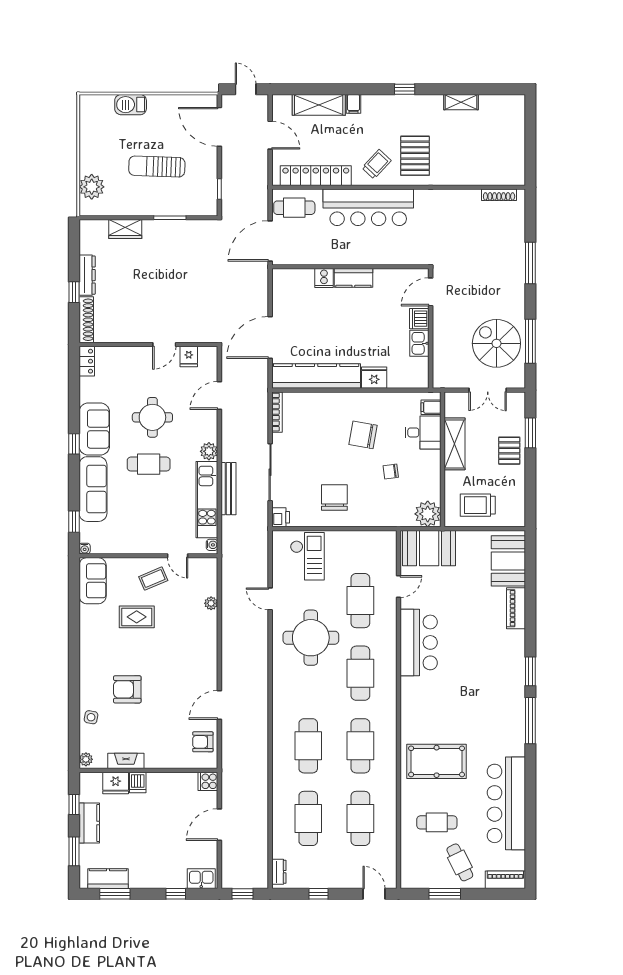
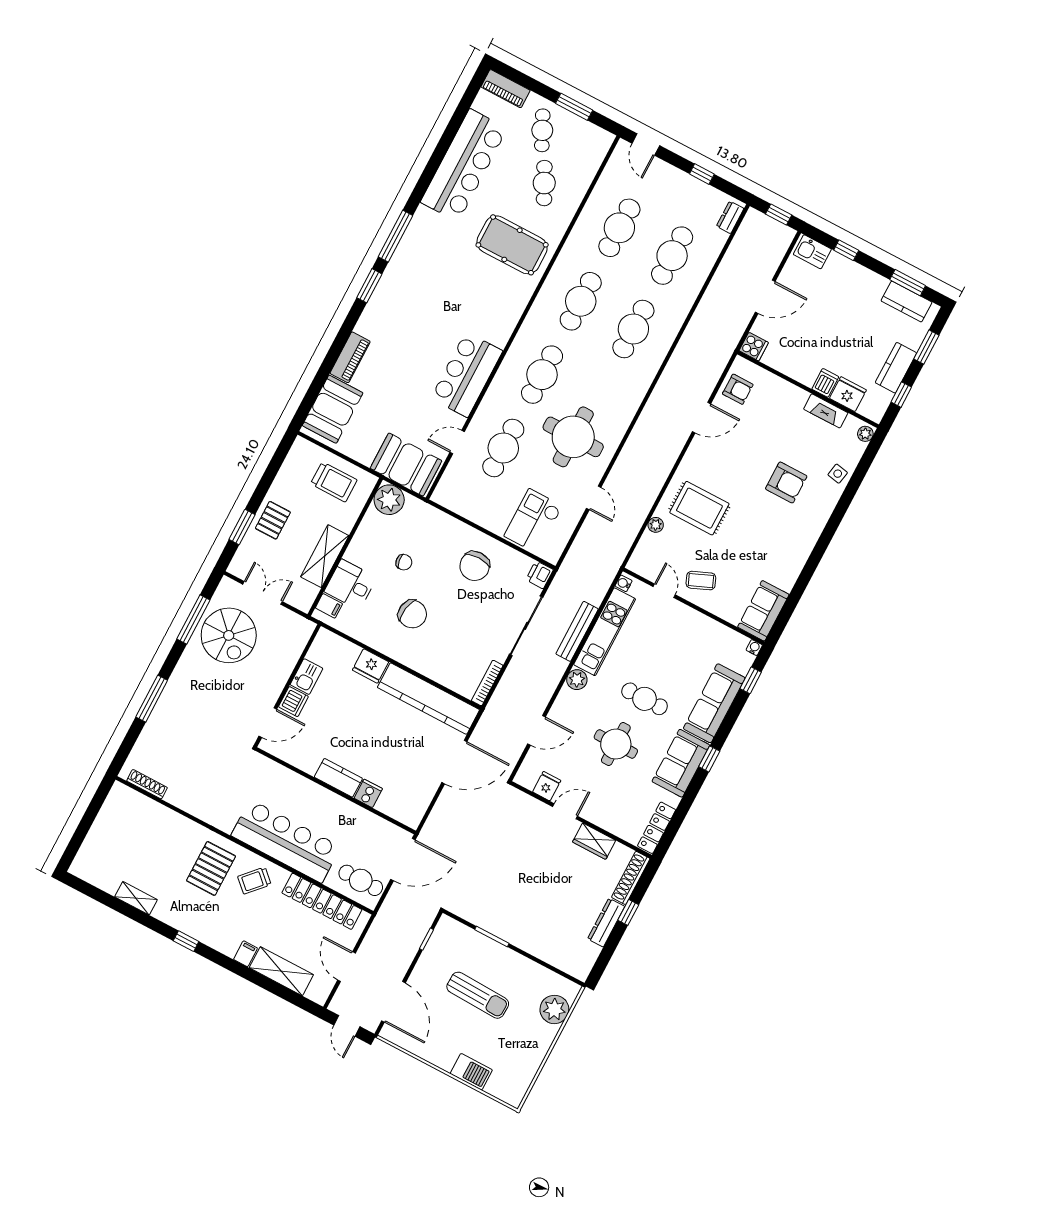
wardrobe: (125, 229) -> (594, 841), moved, turned 180
locker: (87, 361) -> (657, 828), width x1.53
rug: (137, 617) -> (699, 508), moved, width x1.36, depth x1.43
cafe table: (437, 822) -> (544, 183), turned 63

